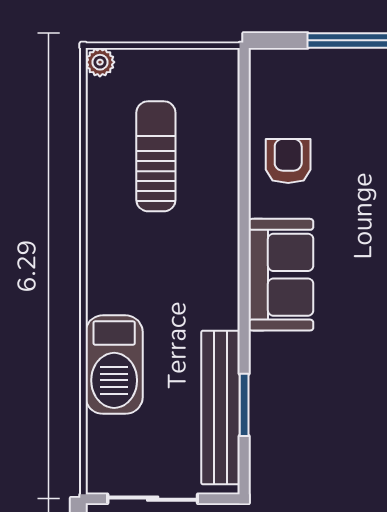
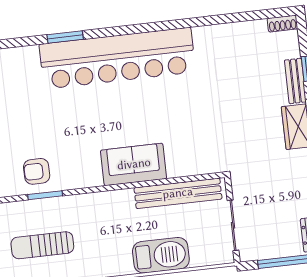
sofa: (281, 275) -> (134, 164), moved
window: (244, 405) -> (45, 195), moved

